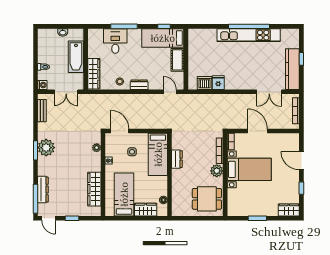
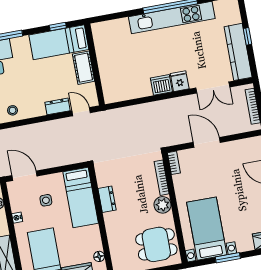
dishwasher: (204, 83) -> (161, 85), moved
fridge: (218, 83) -> (180, 81), moved
dresser: (139, 85) -> (57, 106), moved
bed with nightstands: (249, 169) -> (207, 229), moved, turned -90

